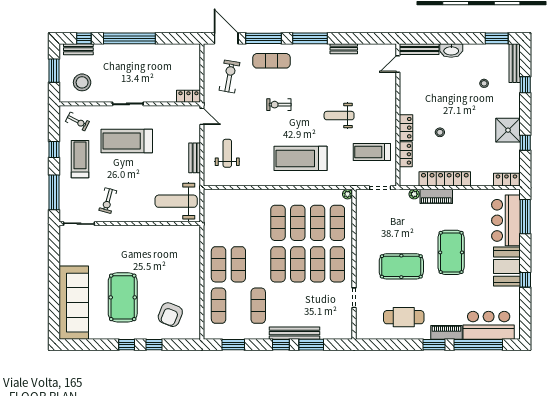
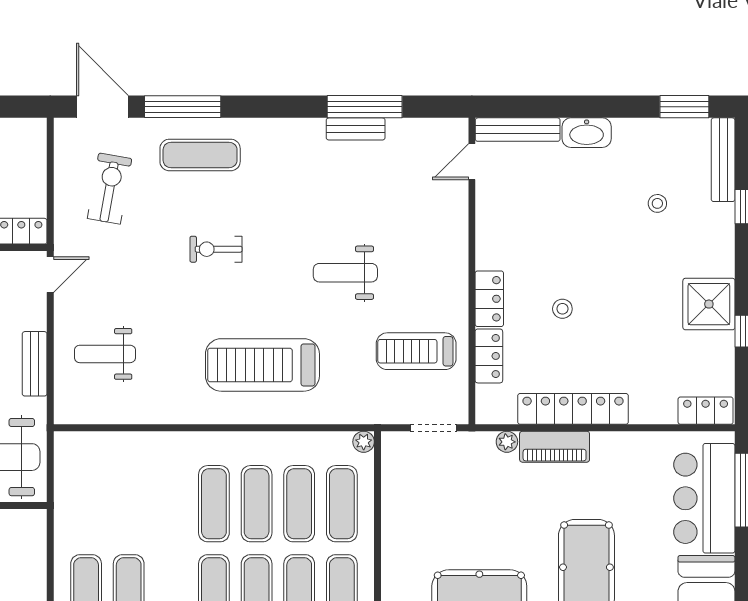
window: (310, 38) -> (365, 107), moved
door: (202, 116) -> (50, 275), hinge flipped
weight bench: (227, 153) -> (105, 354), turned -90

